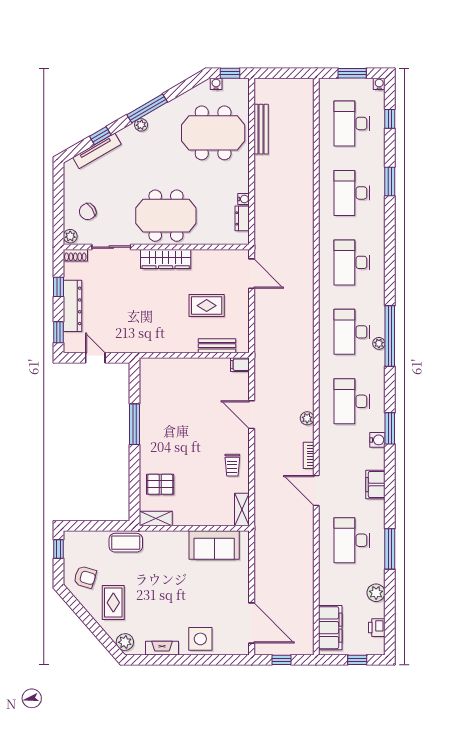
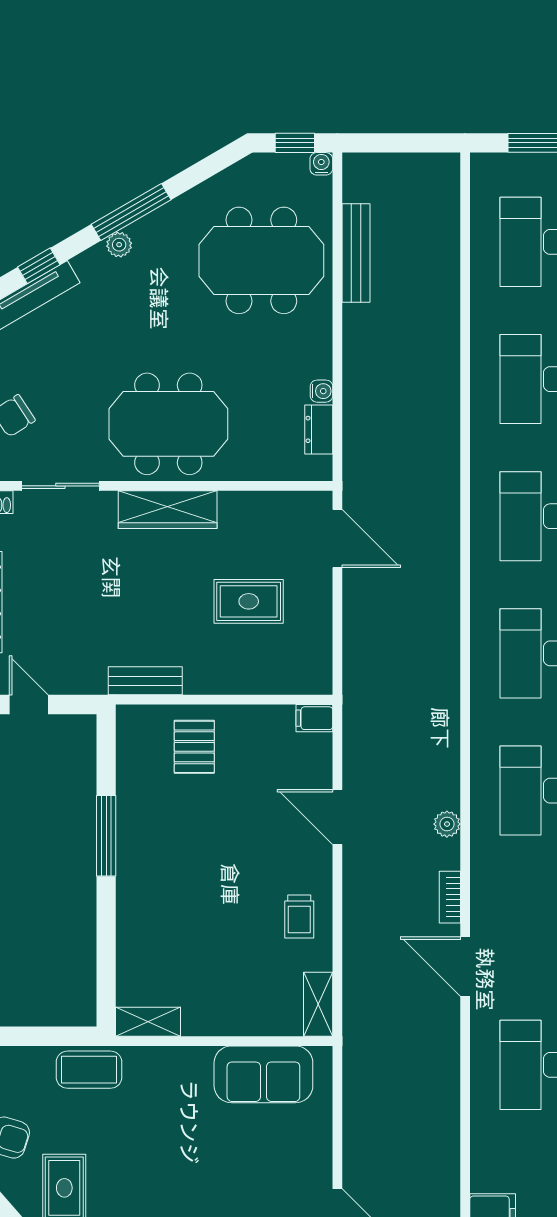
water cooler: (216, 84) -> (321, 164), moved
bench: (217, 346) -> (145, 681), moved
pallet: (160, 484) -> (194, 747), moved, turned 90

